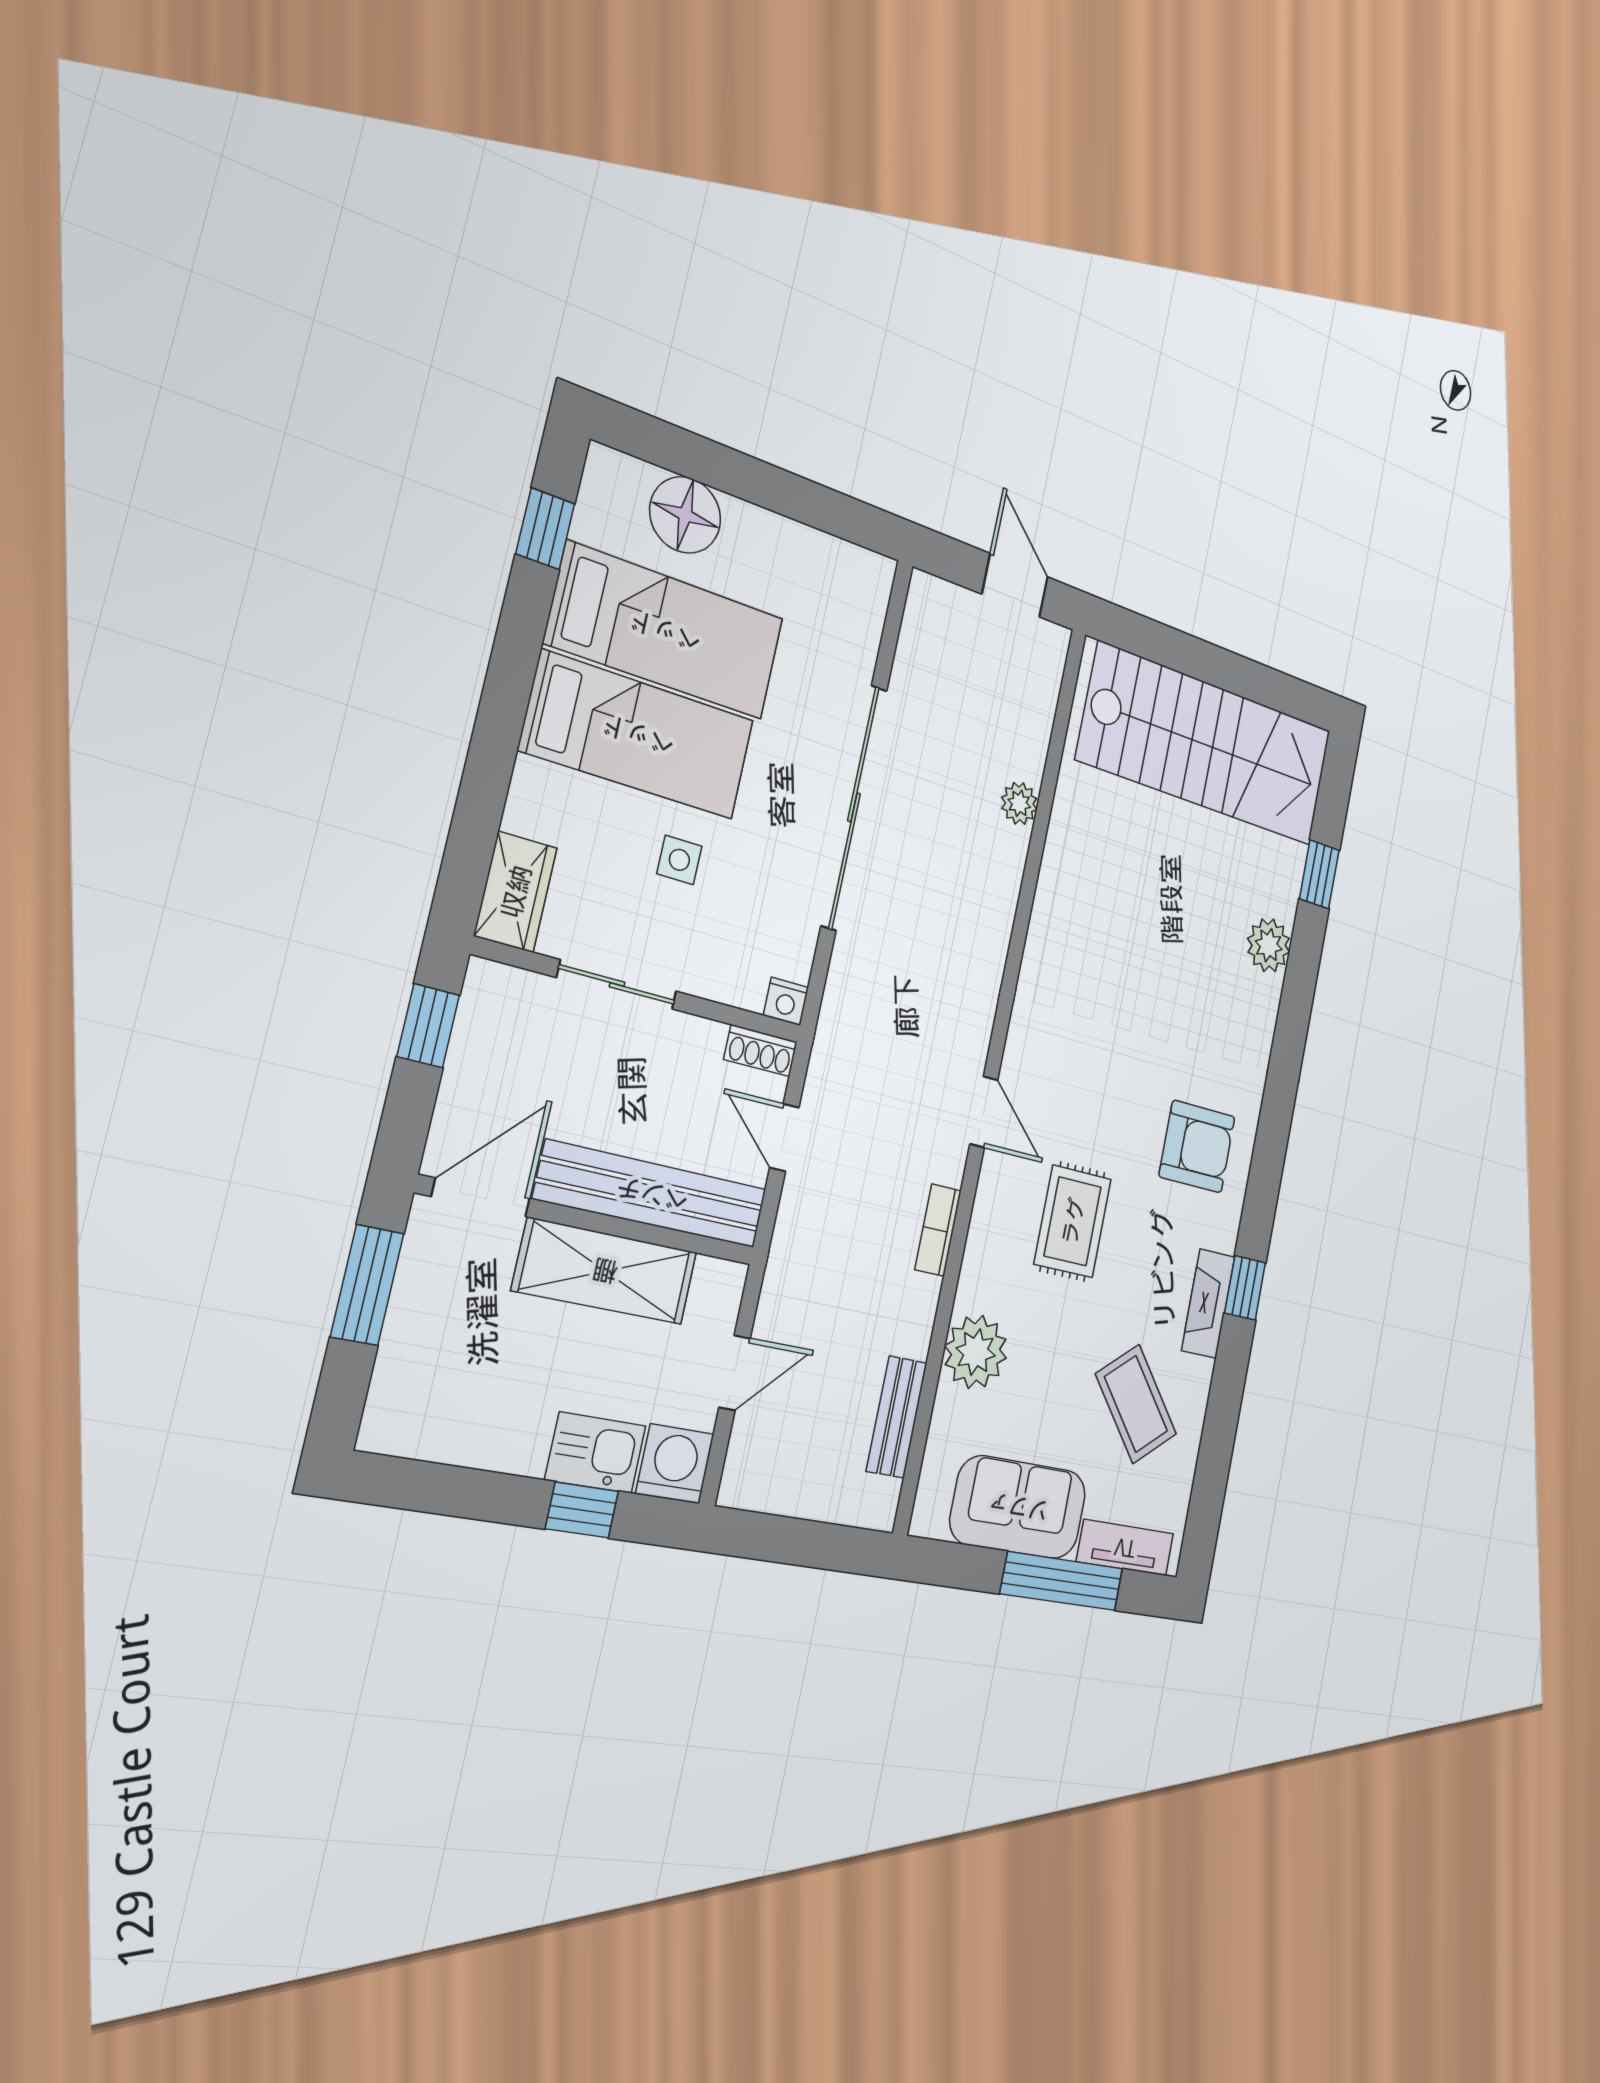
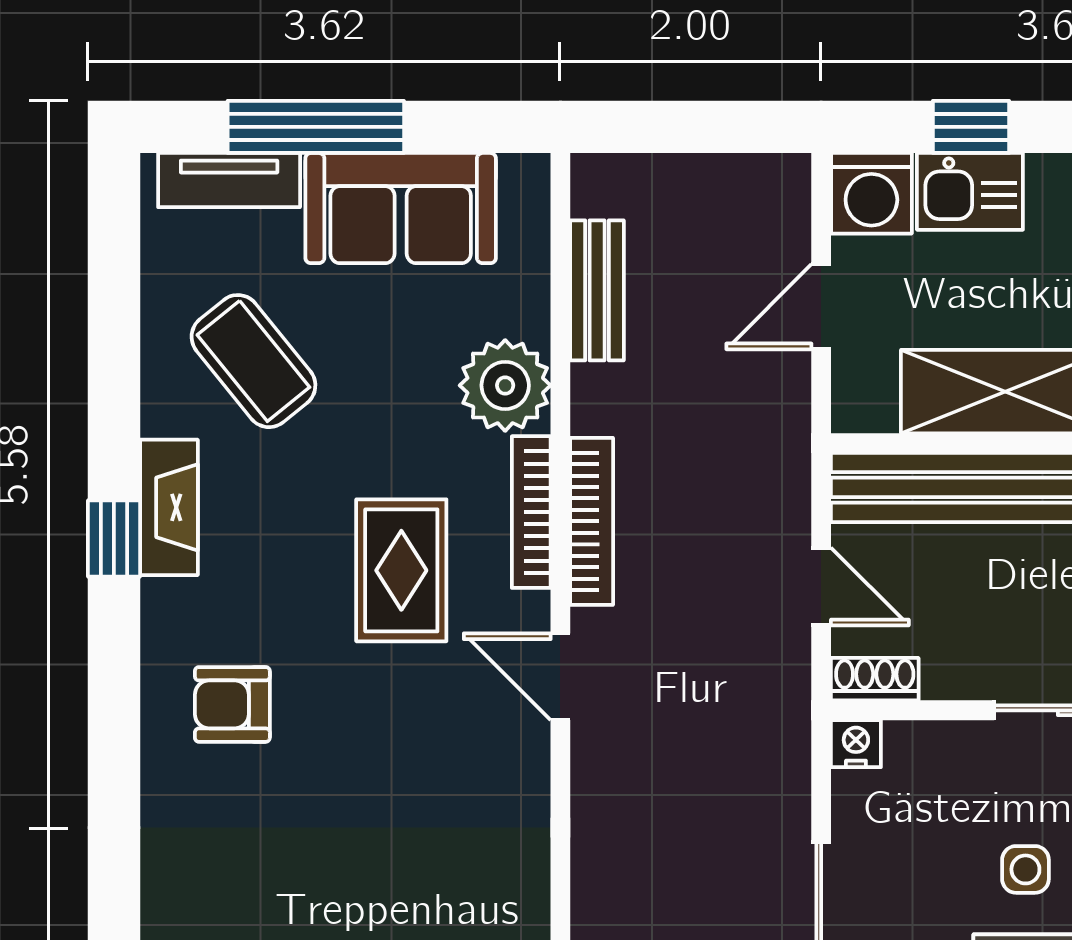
armchair: (1197, 1147) -> (232, 704), width x0.72, depth x0.72
bookcase: (938, 1230) -> (592, 521), width x1.56
bookcase: (978, 1247) -> (531, 512), added

